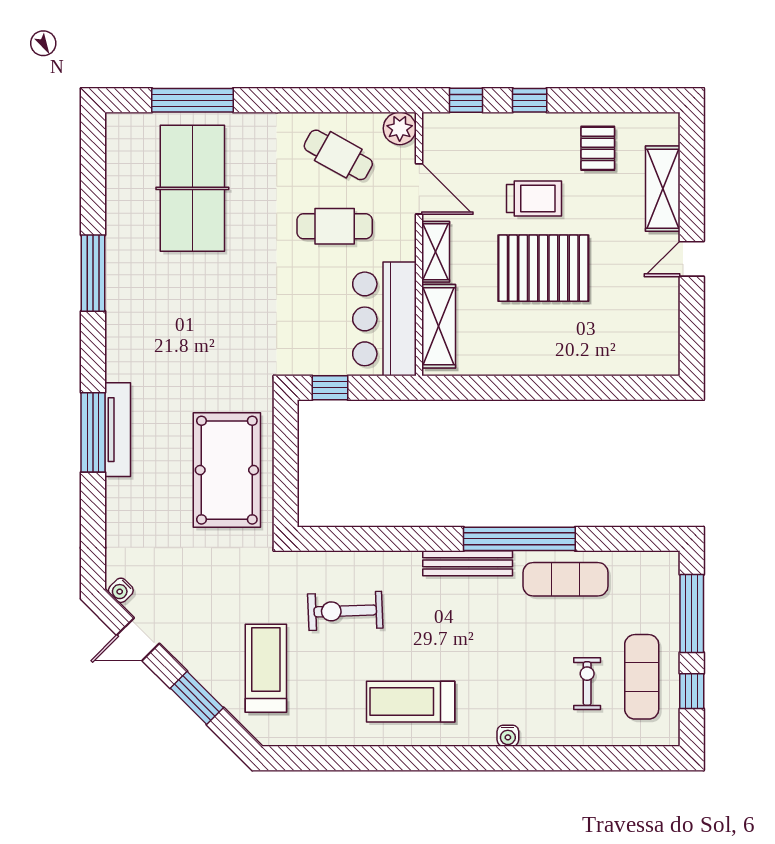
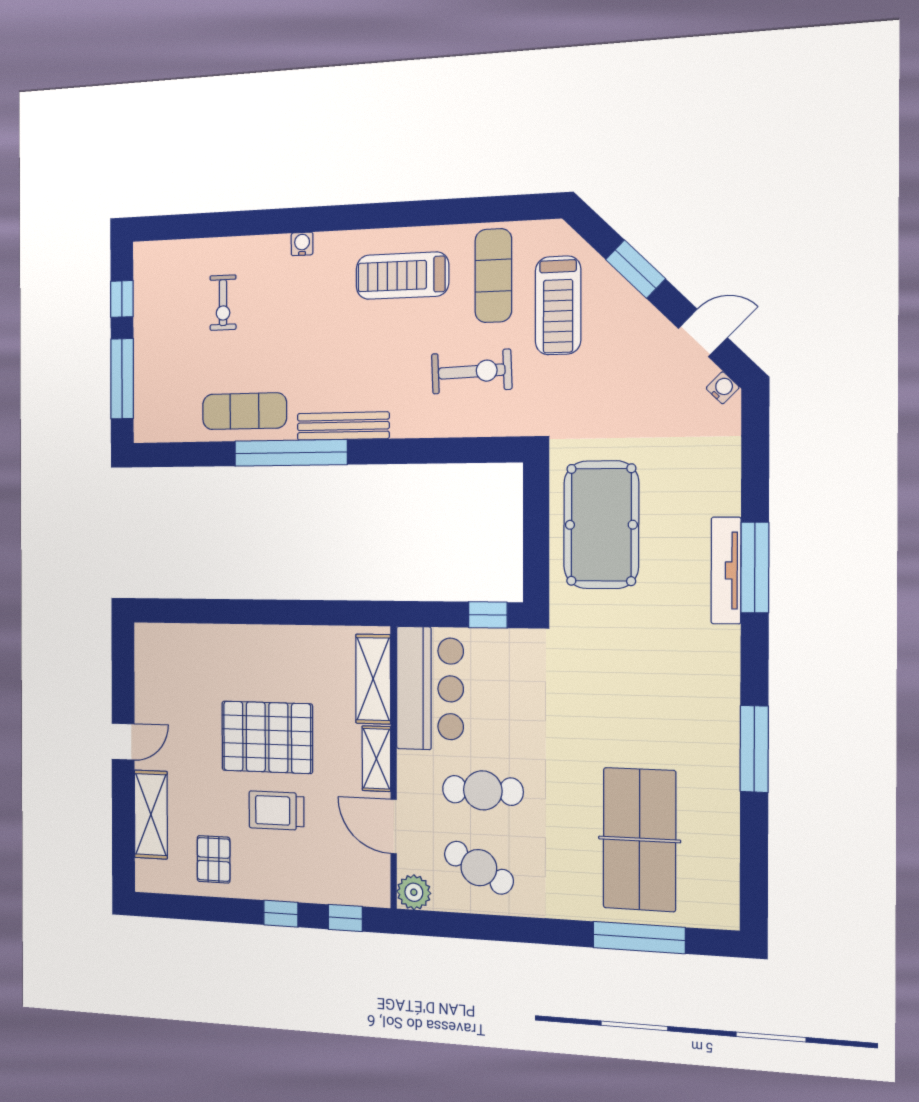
exercise mat: (642, 677) -> (493, 276), moved
treadmill: (411, 702) -> (402, 276), turned 180

